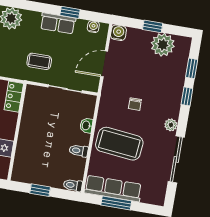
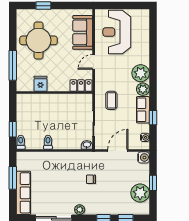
plant: (32, 19) -> (143, 89), added
door: (104, 64) -> (118, 151), hinge flipped
washbasin: (86, 125) -> (87, 145), moved
coffee table: (119, 144) -> (59, 173), removed
row of seats: (113, 189) -> (23, 193), moved
window: (40, 190) -> (13, 129), moved

